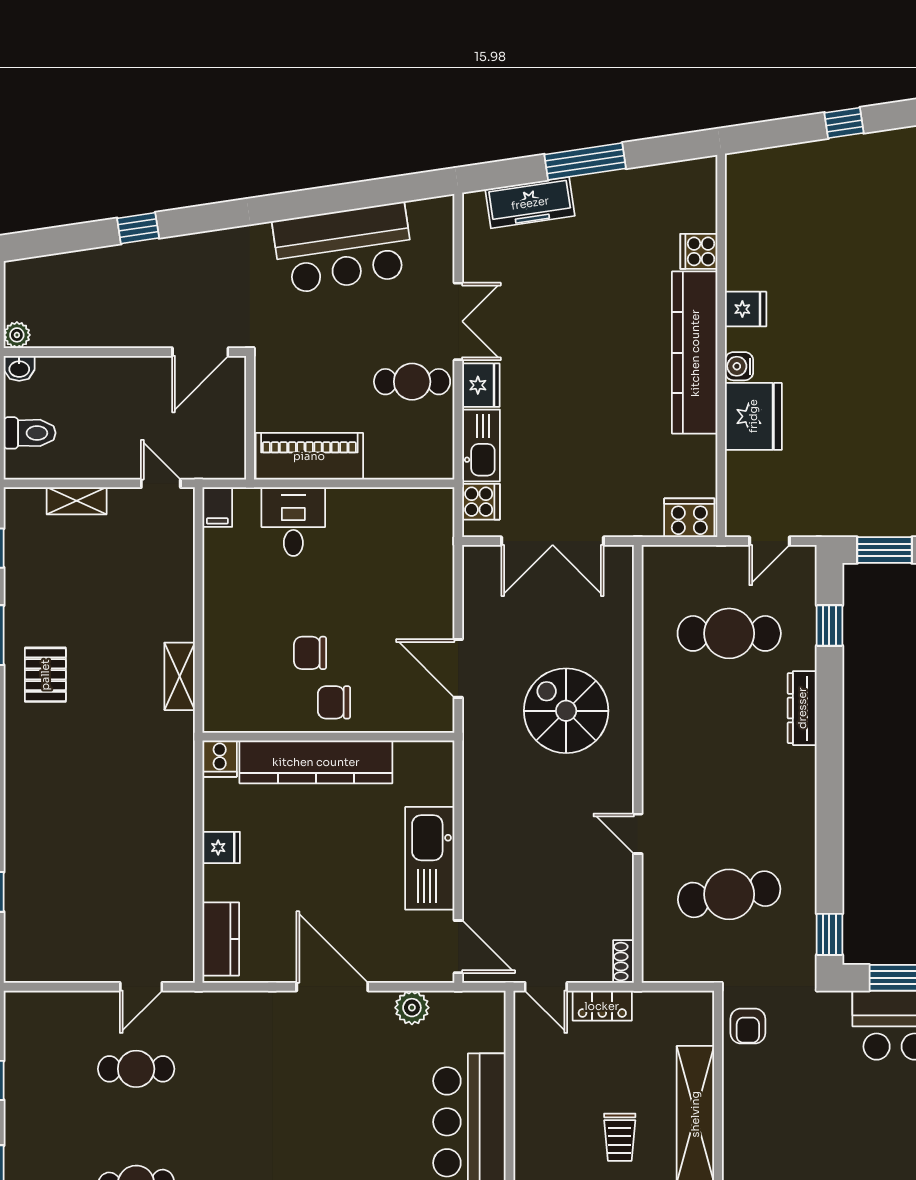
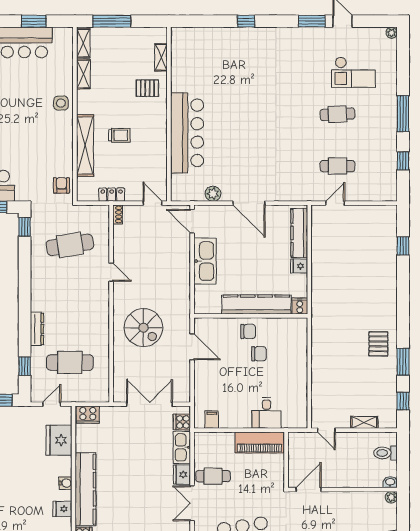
fridge: (753, 416) -> (59, 440), moved
filing cabinet: (217, 507) -> (212, 420), moved
shelving: (180, 676) -> (318, 343), removed
kitchen counter: (221, 939) -> (299, 233), width x1.50
locker: (602, 1006) -> (112, 195), moved
trolley: (620, 1137) -> (119, 135), turned 90

